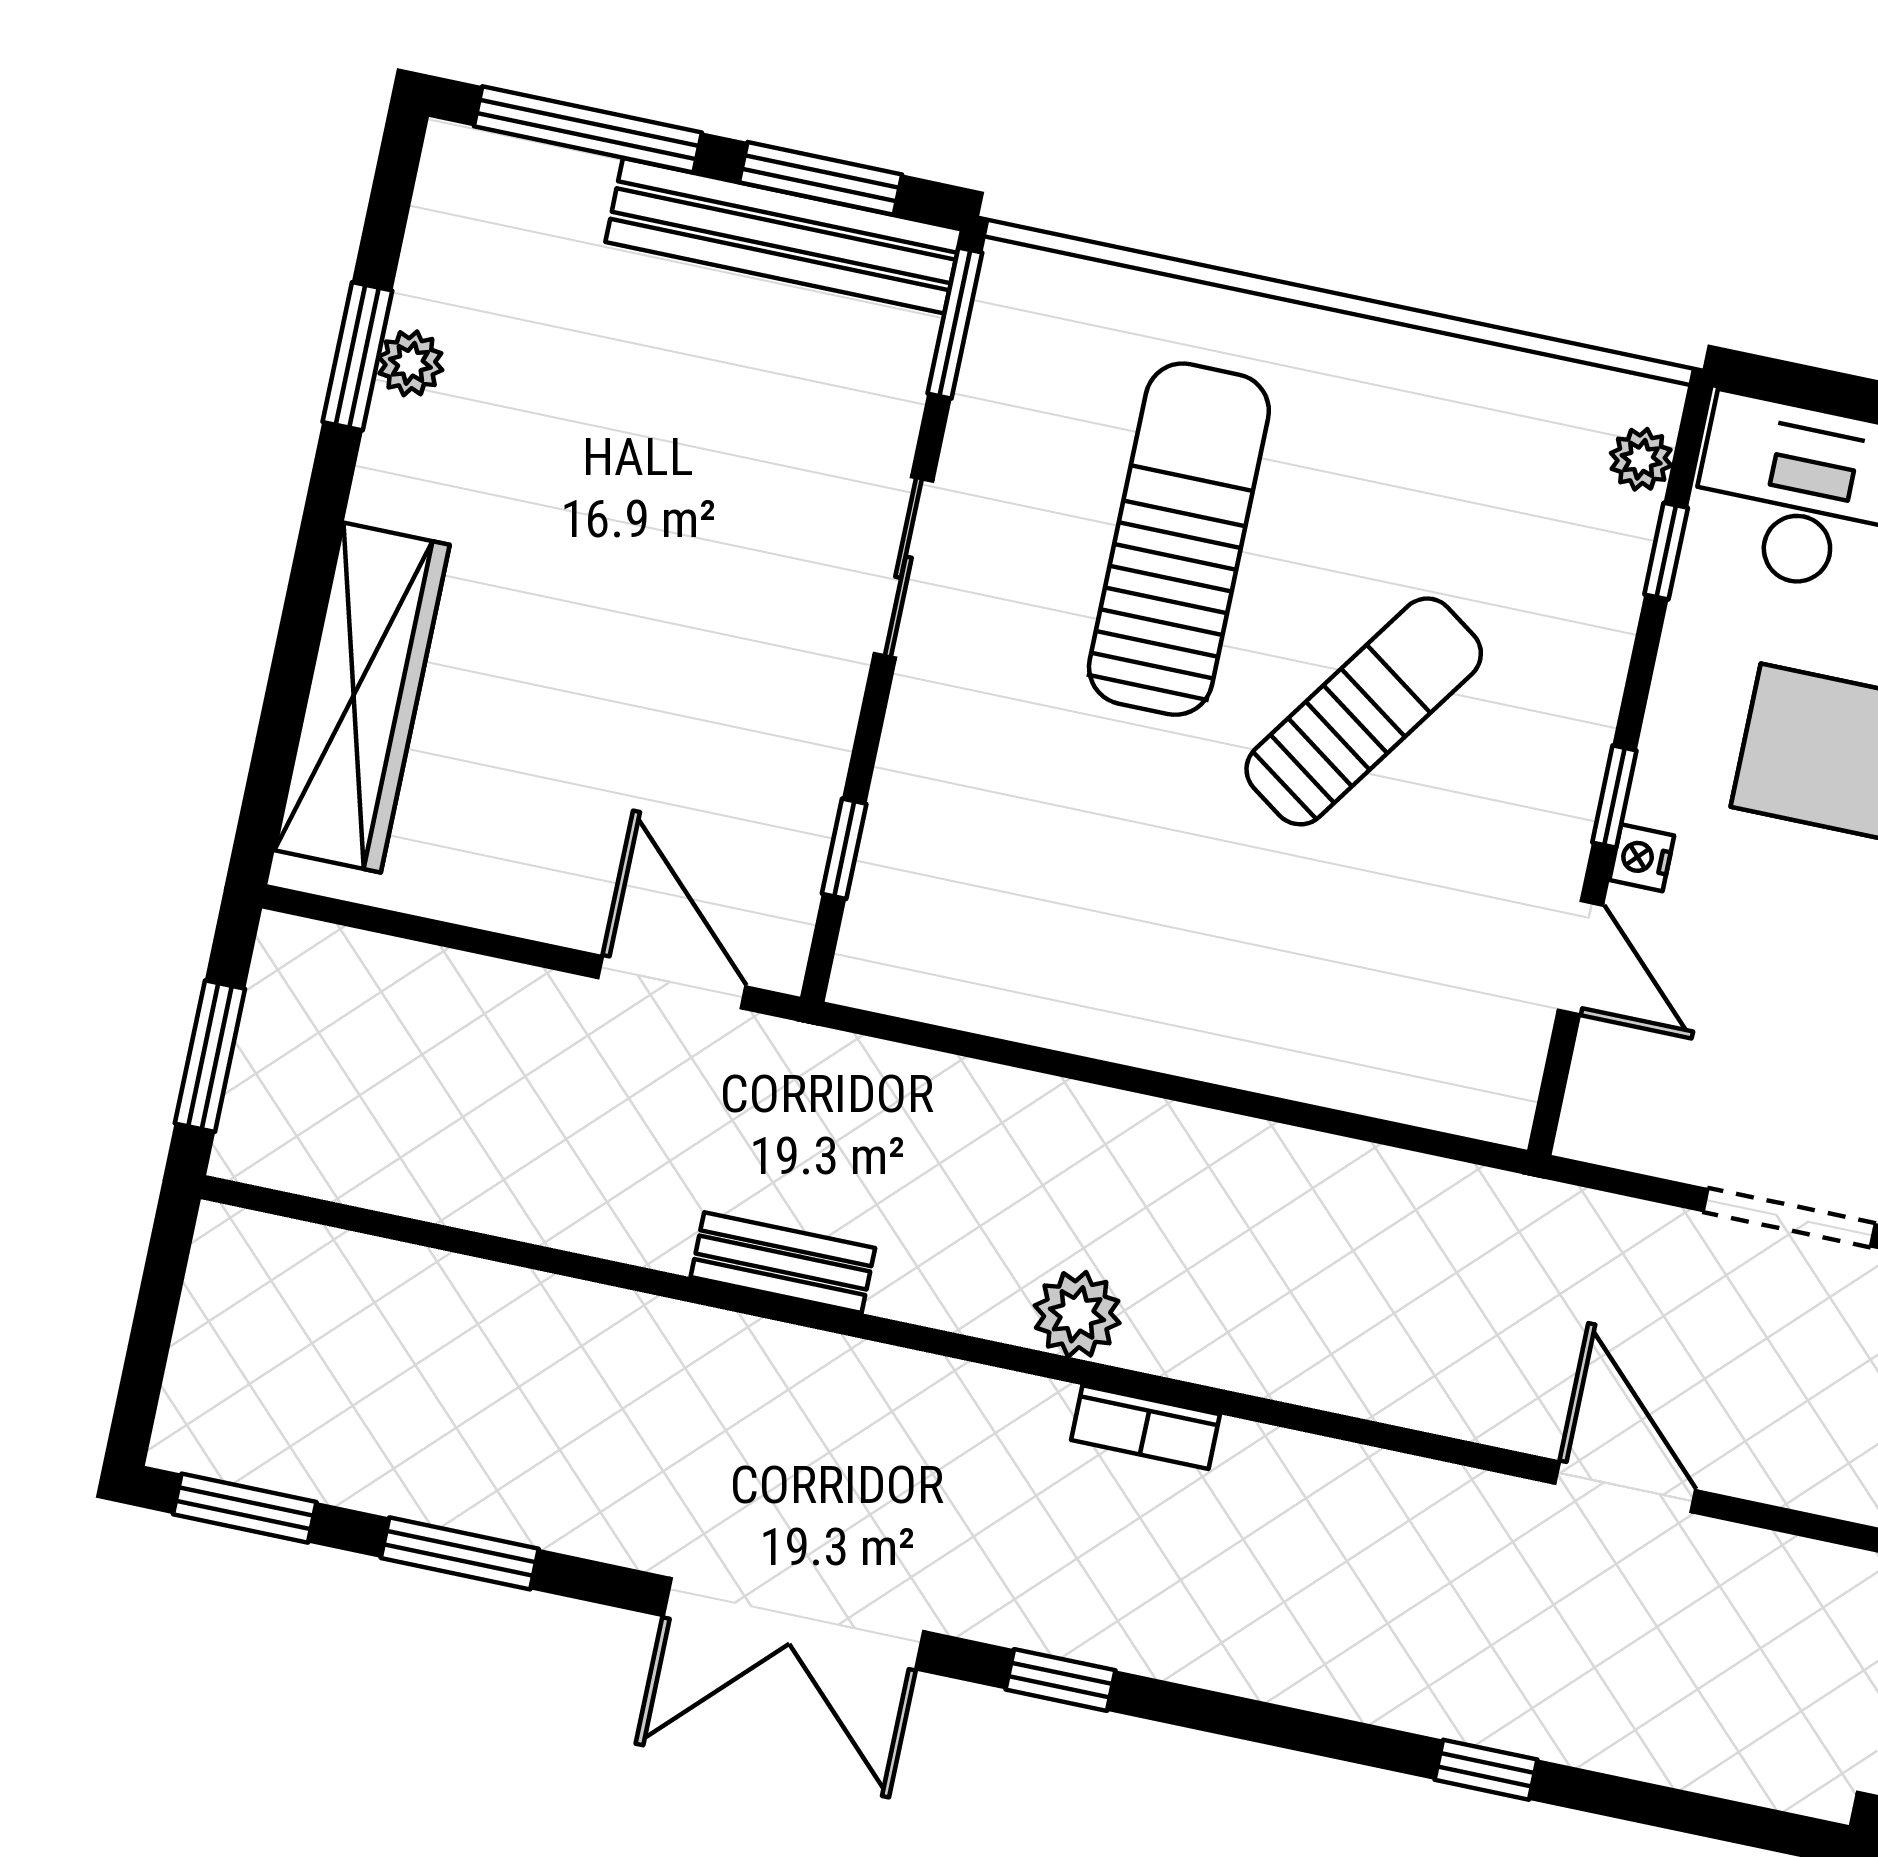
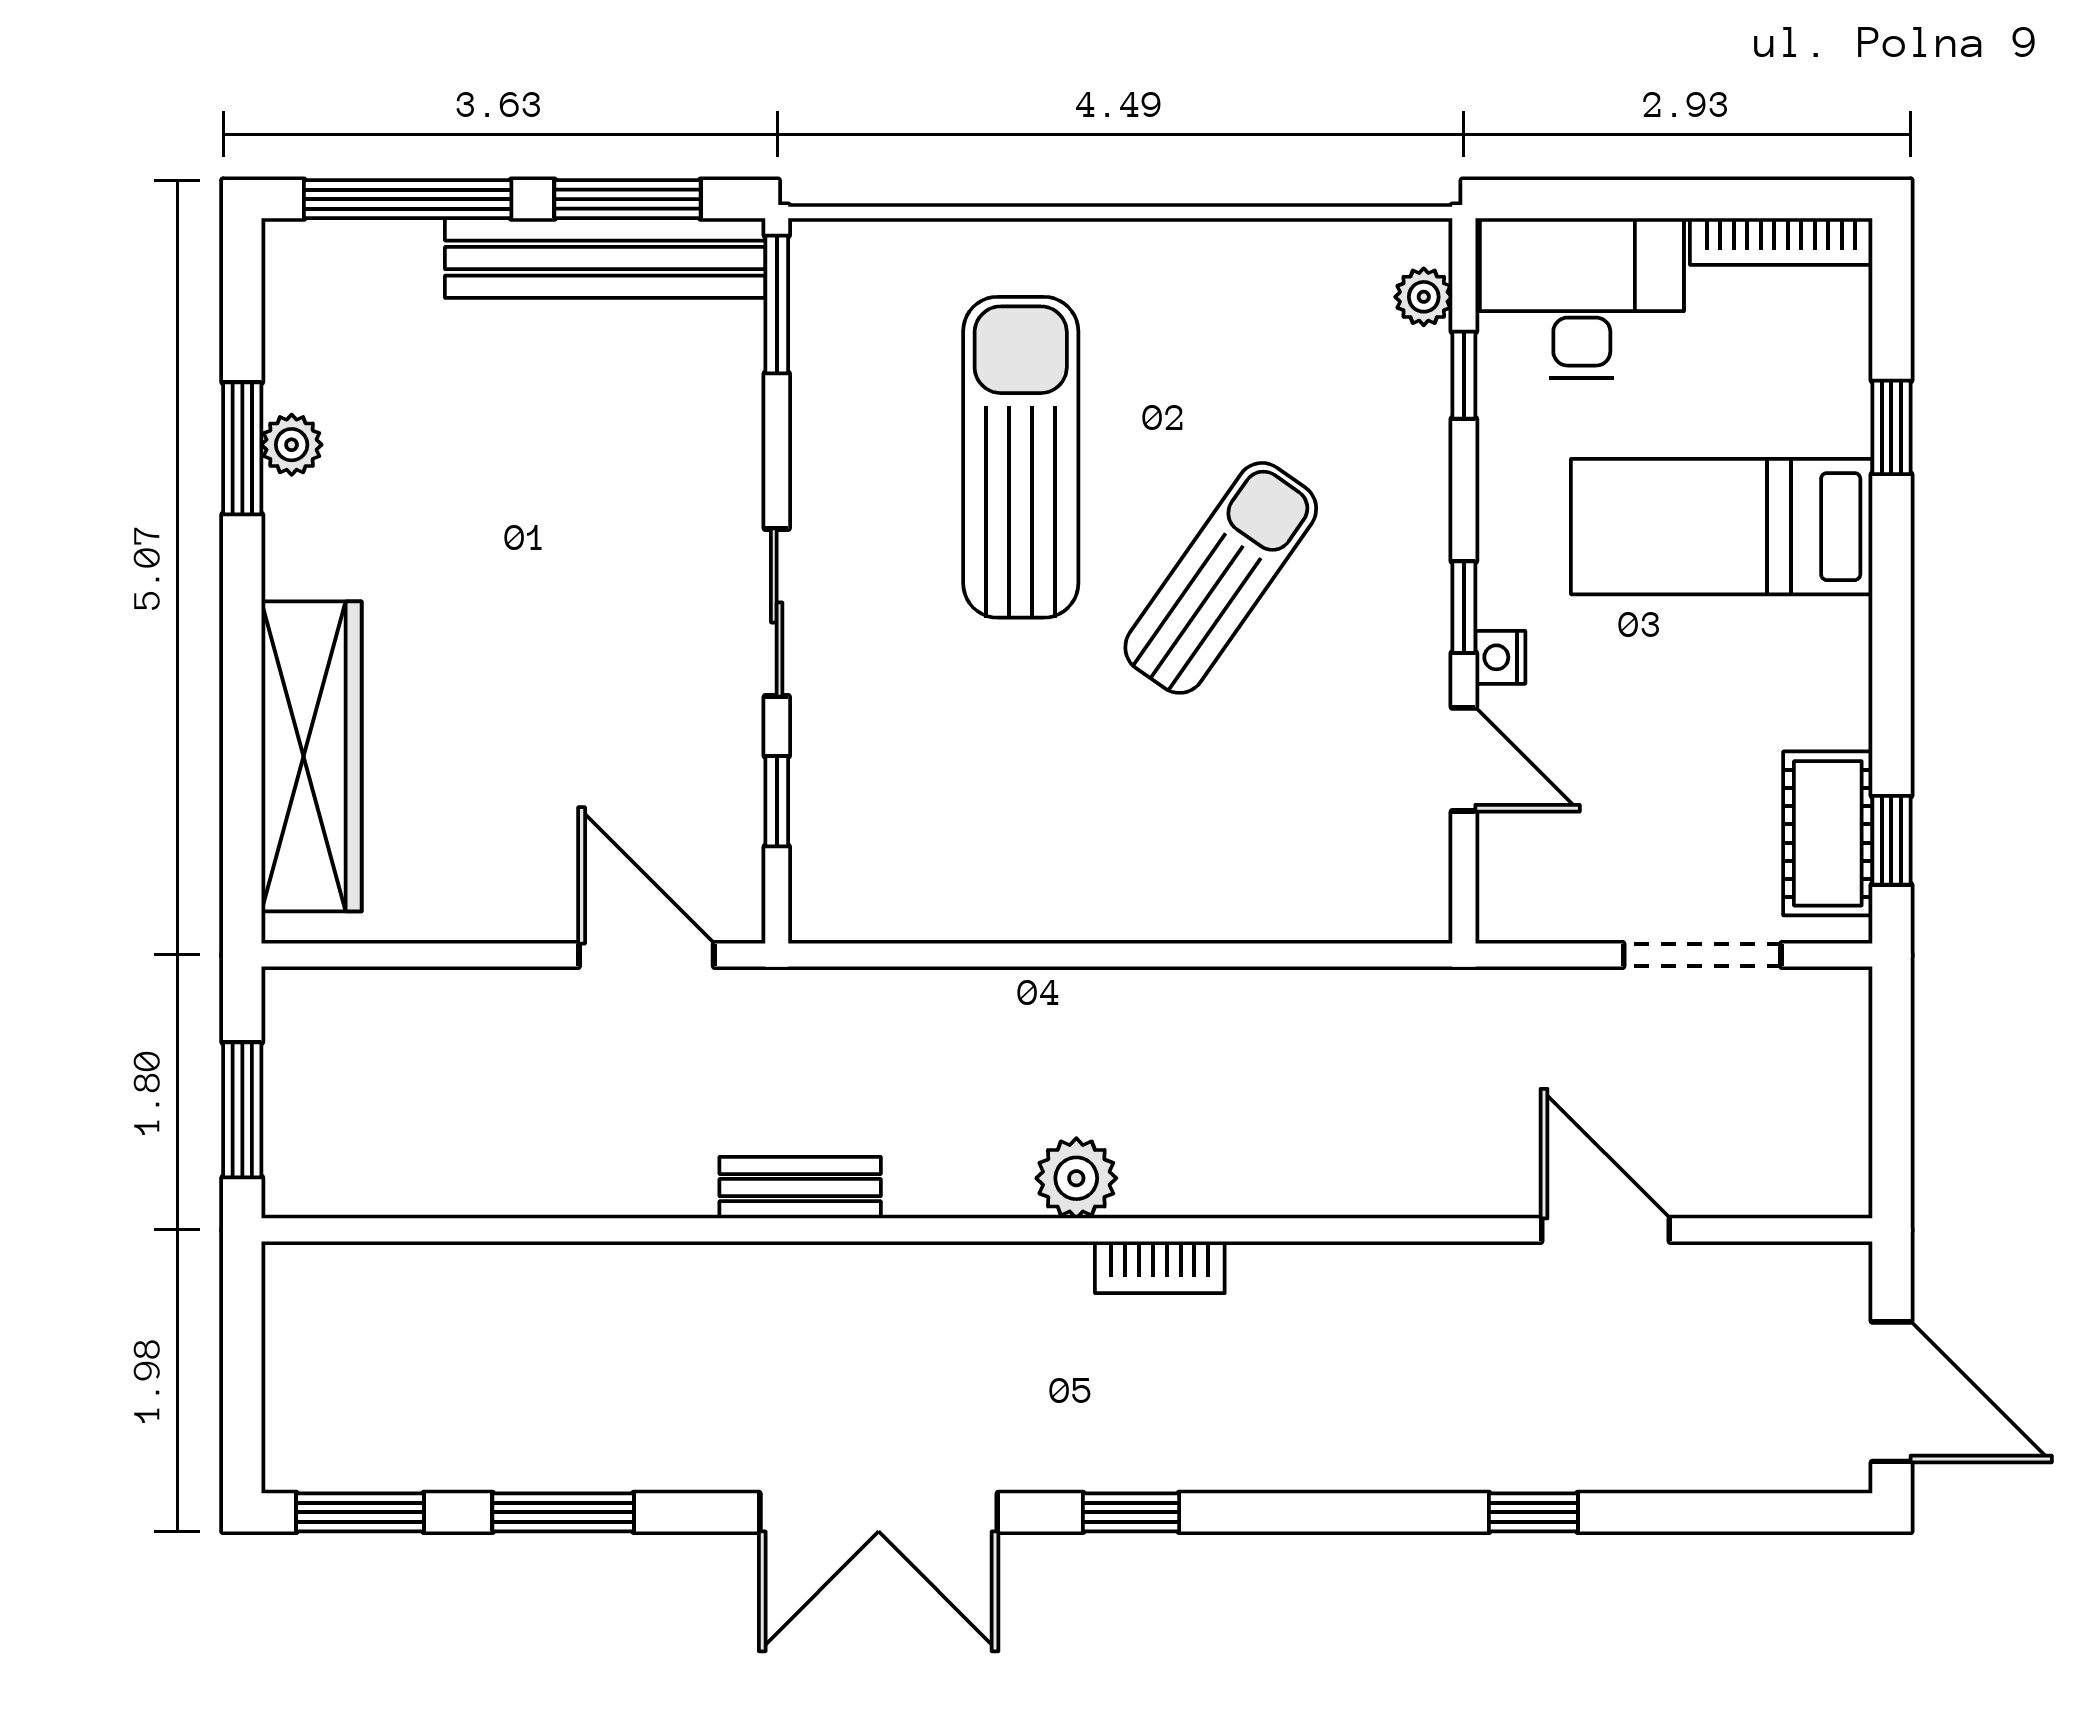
sliding door: (903, 567) -> (777, 612), moved

